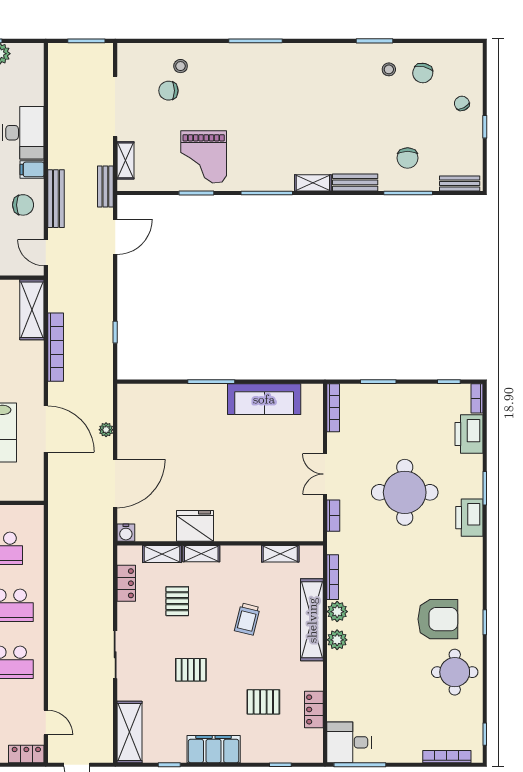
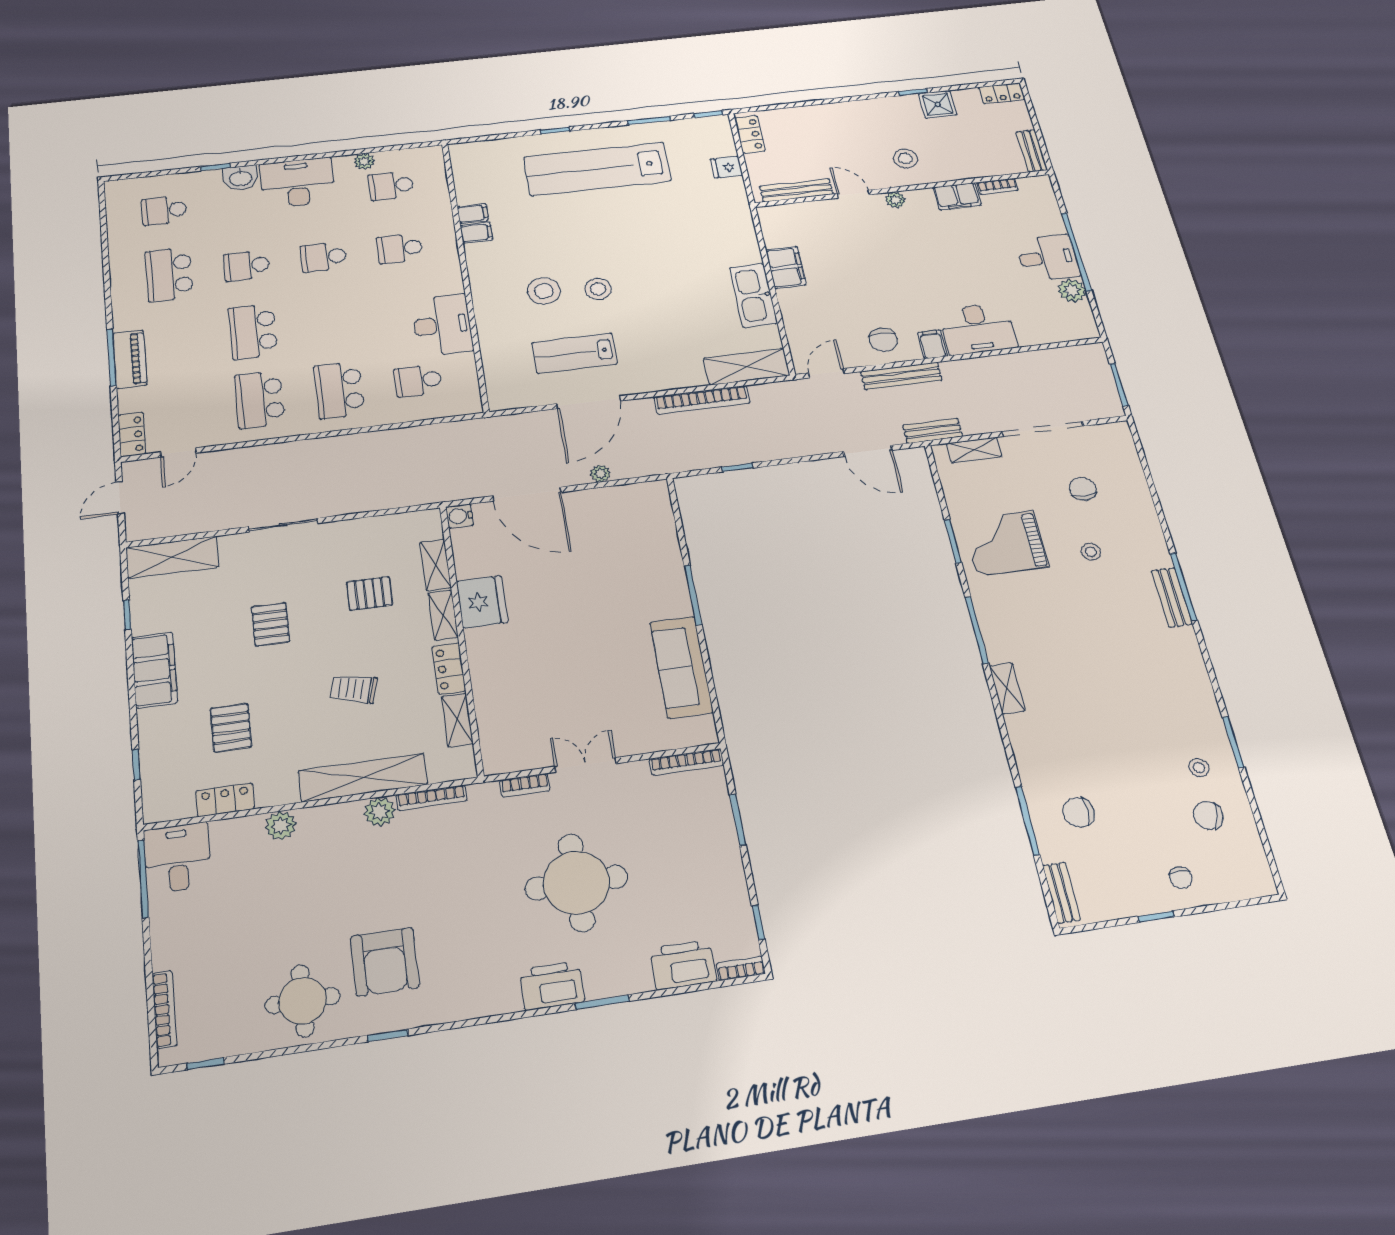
stool: (181, 66) -> (1091, 552), moved
chair: (462, 103) -> (1181, 878), turned 117
bench: (355, 182) -> (1172, 597), moved
locker: (126, 583) -> (449, 668), moved, turned 90
plant: (337, 640) -> (281, 826), moved

